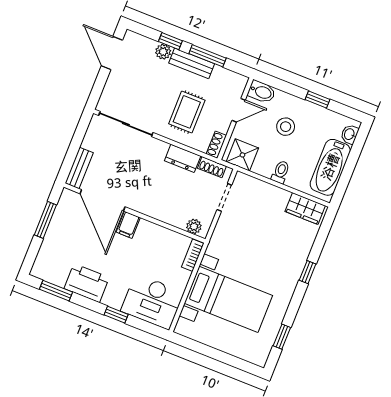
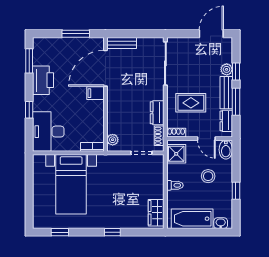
dresser: (226, 77) -> (226, 121), added

